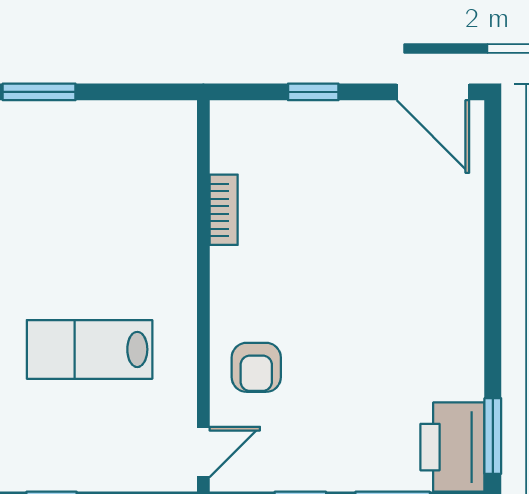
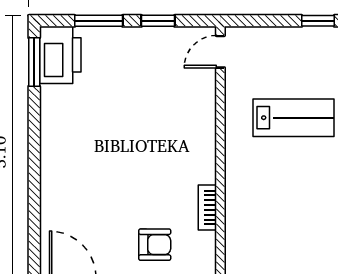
armchair: (256, 367) -> (155, 245), moved, turned 90

